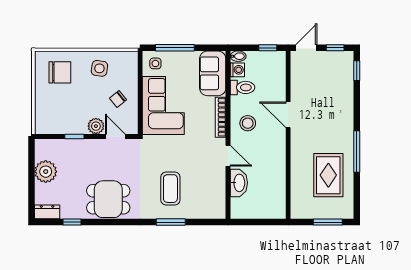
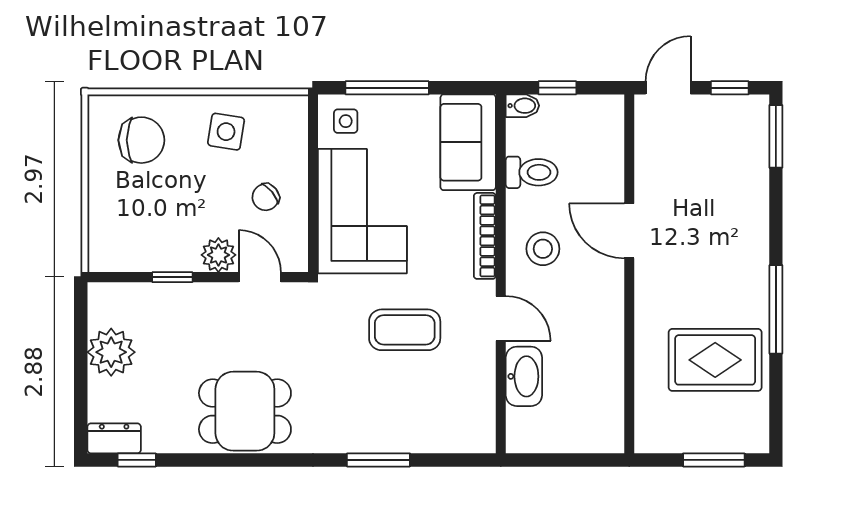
window: (268, 48) -> (557, 88), moved
washing machine: (237, 70) -> (521, 135), removed
window: (357, 71) -> (776, 136), width x1.50
rug: (328, 175) -> (715, 360), turned 90
coffee table: (170, 189) -> (405, 330), moved, turned 90
window: (72, 222) -> (137, 460), moved

